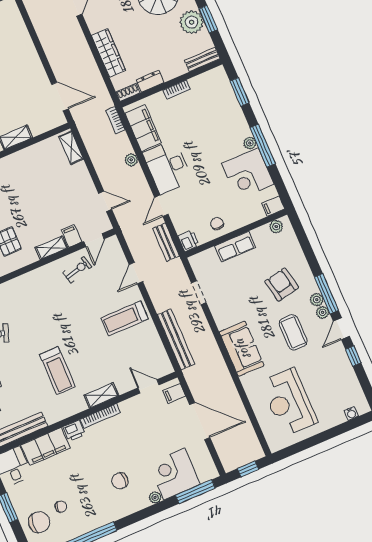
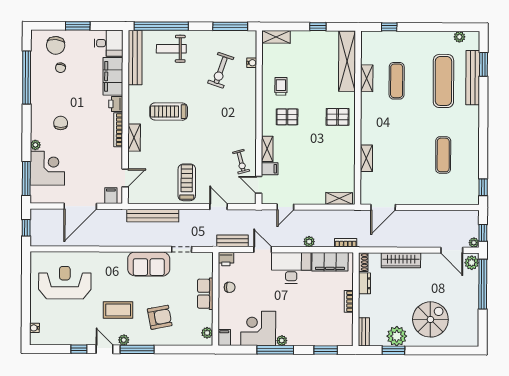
plant: (317, 300) -> (136, 340), removed
sofa: (242, 349) -> (149, 264), moved

